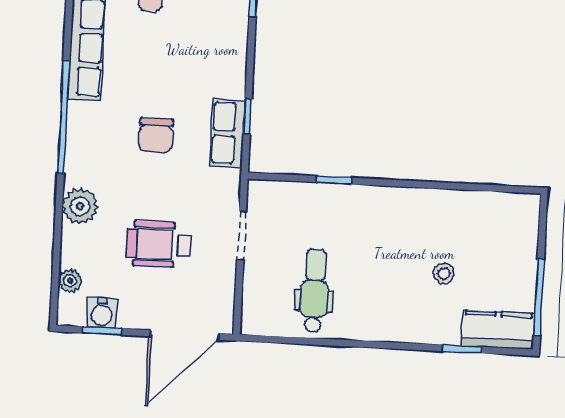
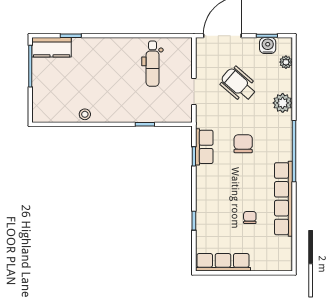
wheelchair: (159, 244) -> (239, 84), turned -139
stool: (444, 274) -> (85, 114), moved

